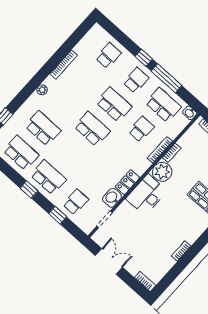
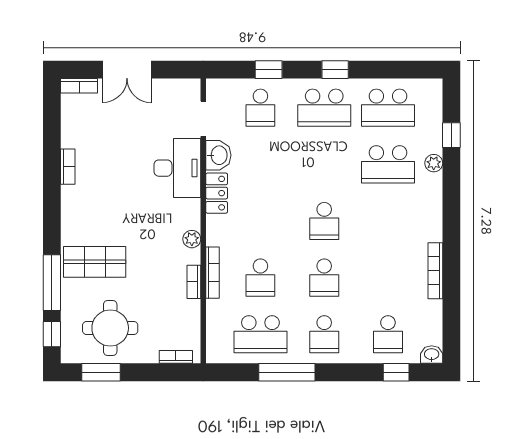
window: (144, 58) -> (396, 372), moved
plant: (42, 90) -> (434, 163), moved
school desk: (114, 104) -> (324, 278), width x0.54
washbasin: (190, 113) -> (432, 355), moved
school desk: (92, 129) -> (324, 221), width x0.54
plant: (162, 172) -> (192, 239), width x0.53, depth x0.53
desk: (147, 195) -> (177, 168), moved
double door: (109, 261) -> (127, 70), moved

